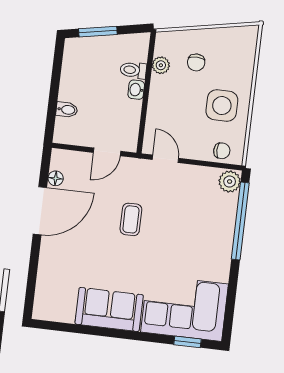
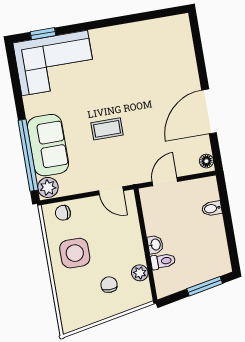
floor lamp: (56, 178) -> (206, 161), moved
coffee table: (131, 219) -> (107, 129), moved, turned 90
sofa: (109, 309) -> (48, 145), moved, turned -90

